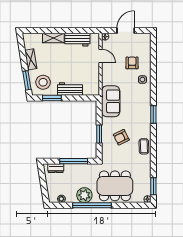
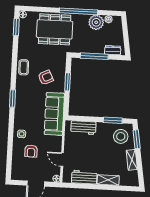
workbench: (70, 89) -> (83, 128), moved
sofa: (111, 101) -> (54, 114), width x1.36
plant: (84, 195) -> (96, 22), moved

